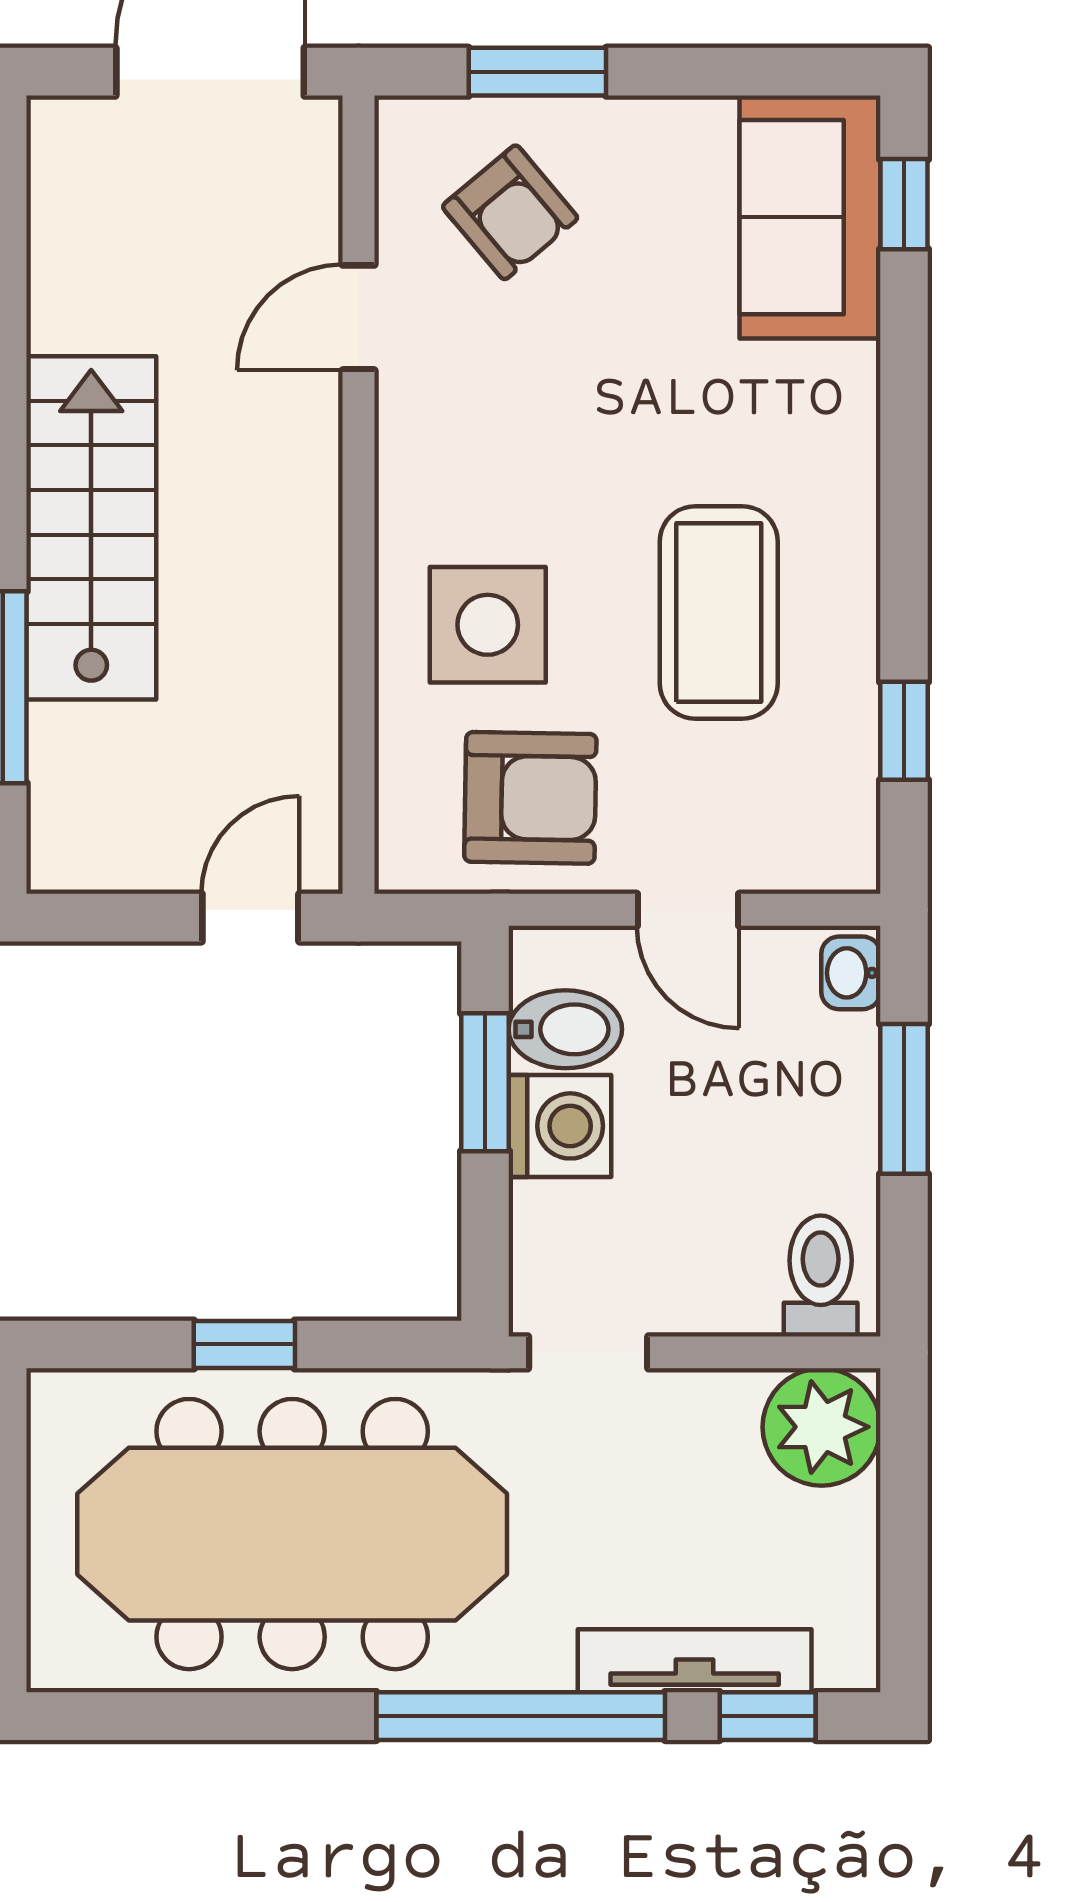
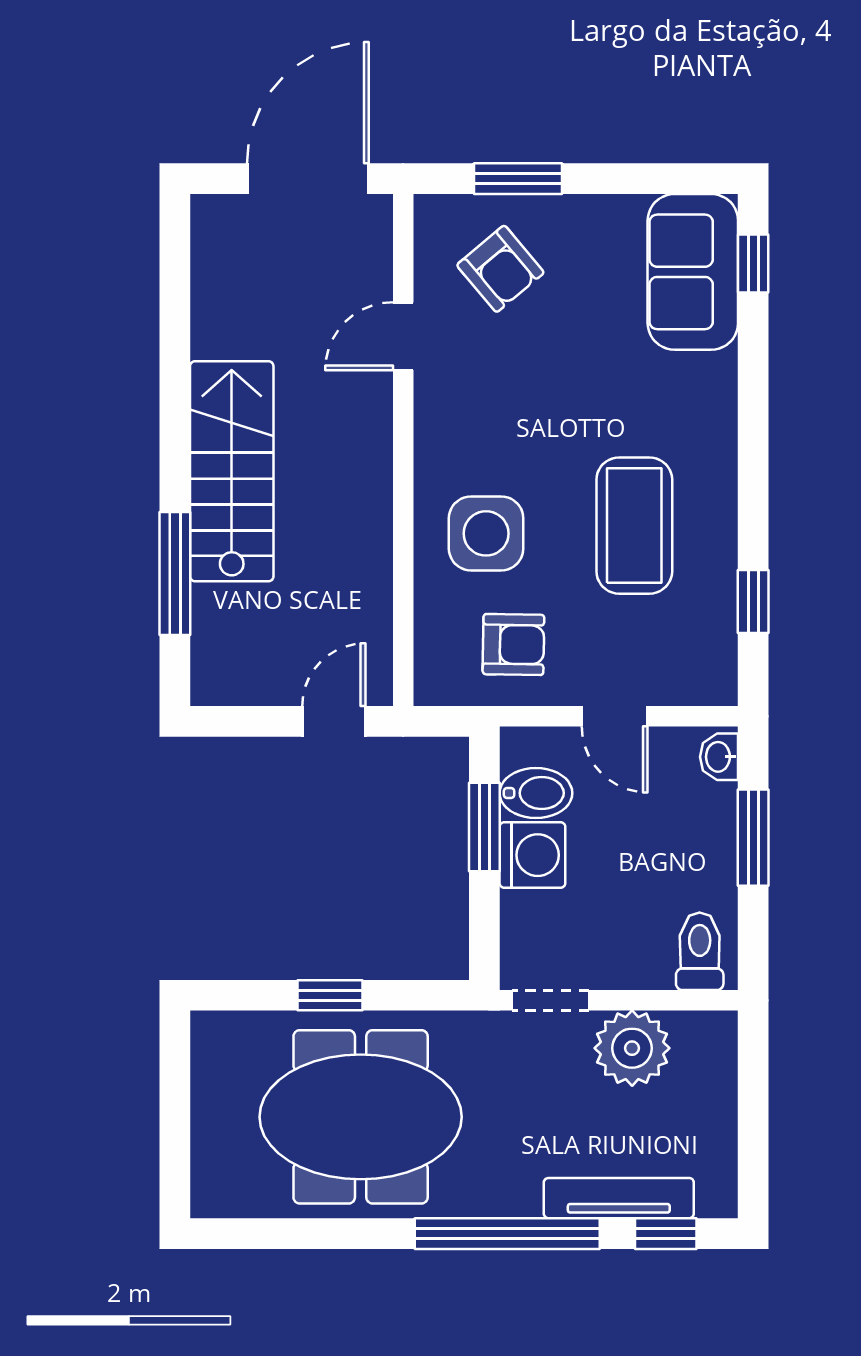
armchair: (530, 798) -> (513, 645), width x0.72, depth x0.72
plant: (822, 1427) -> (632, 1048), moved
meeting table: (292, 1534) -> (361, 1117), width x0.73

